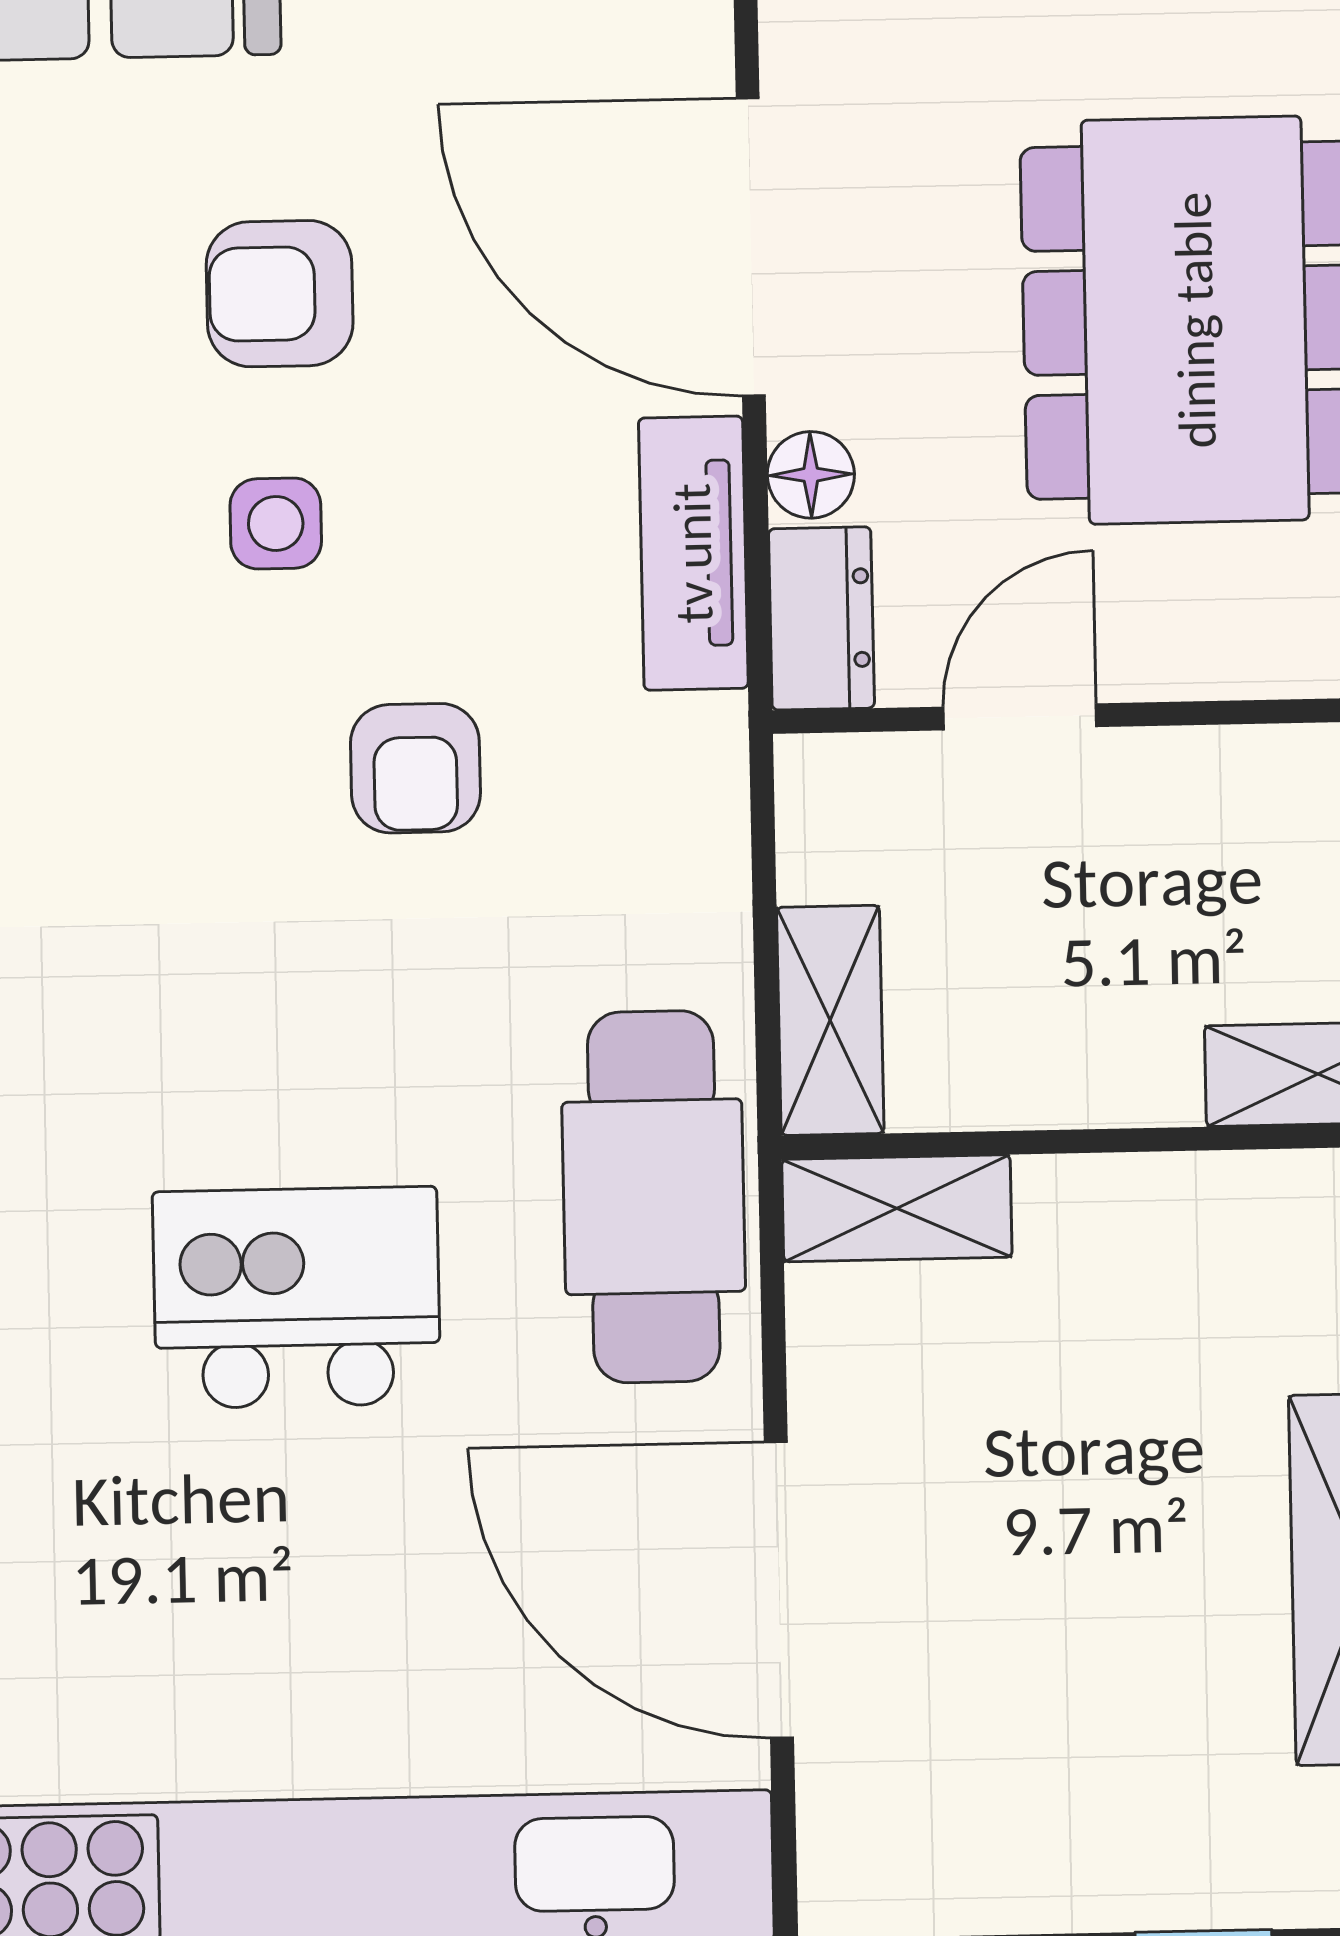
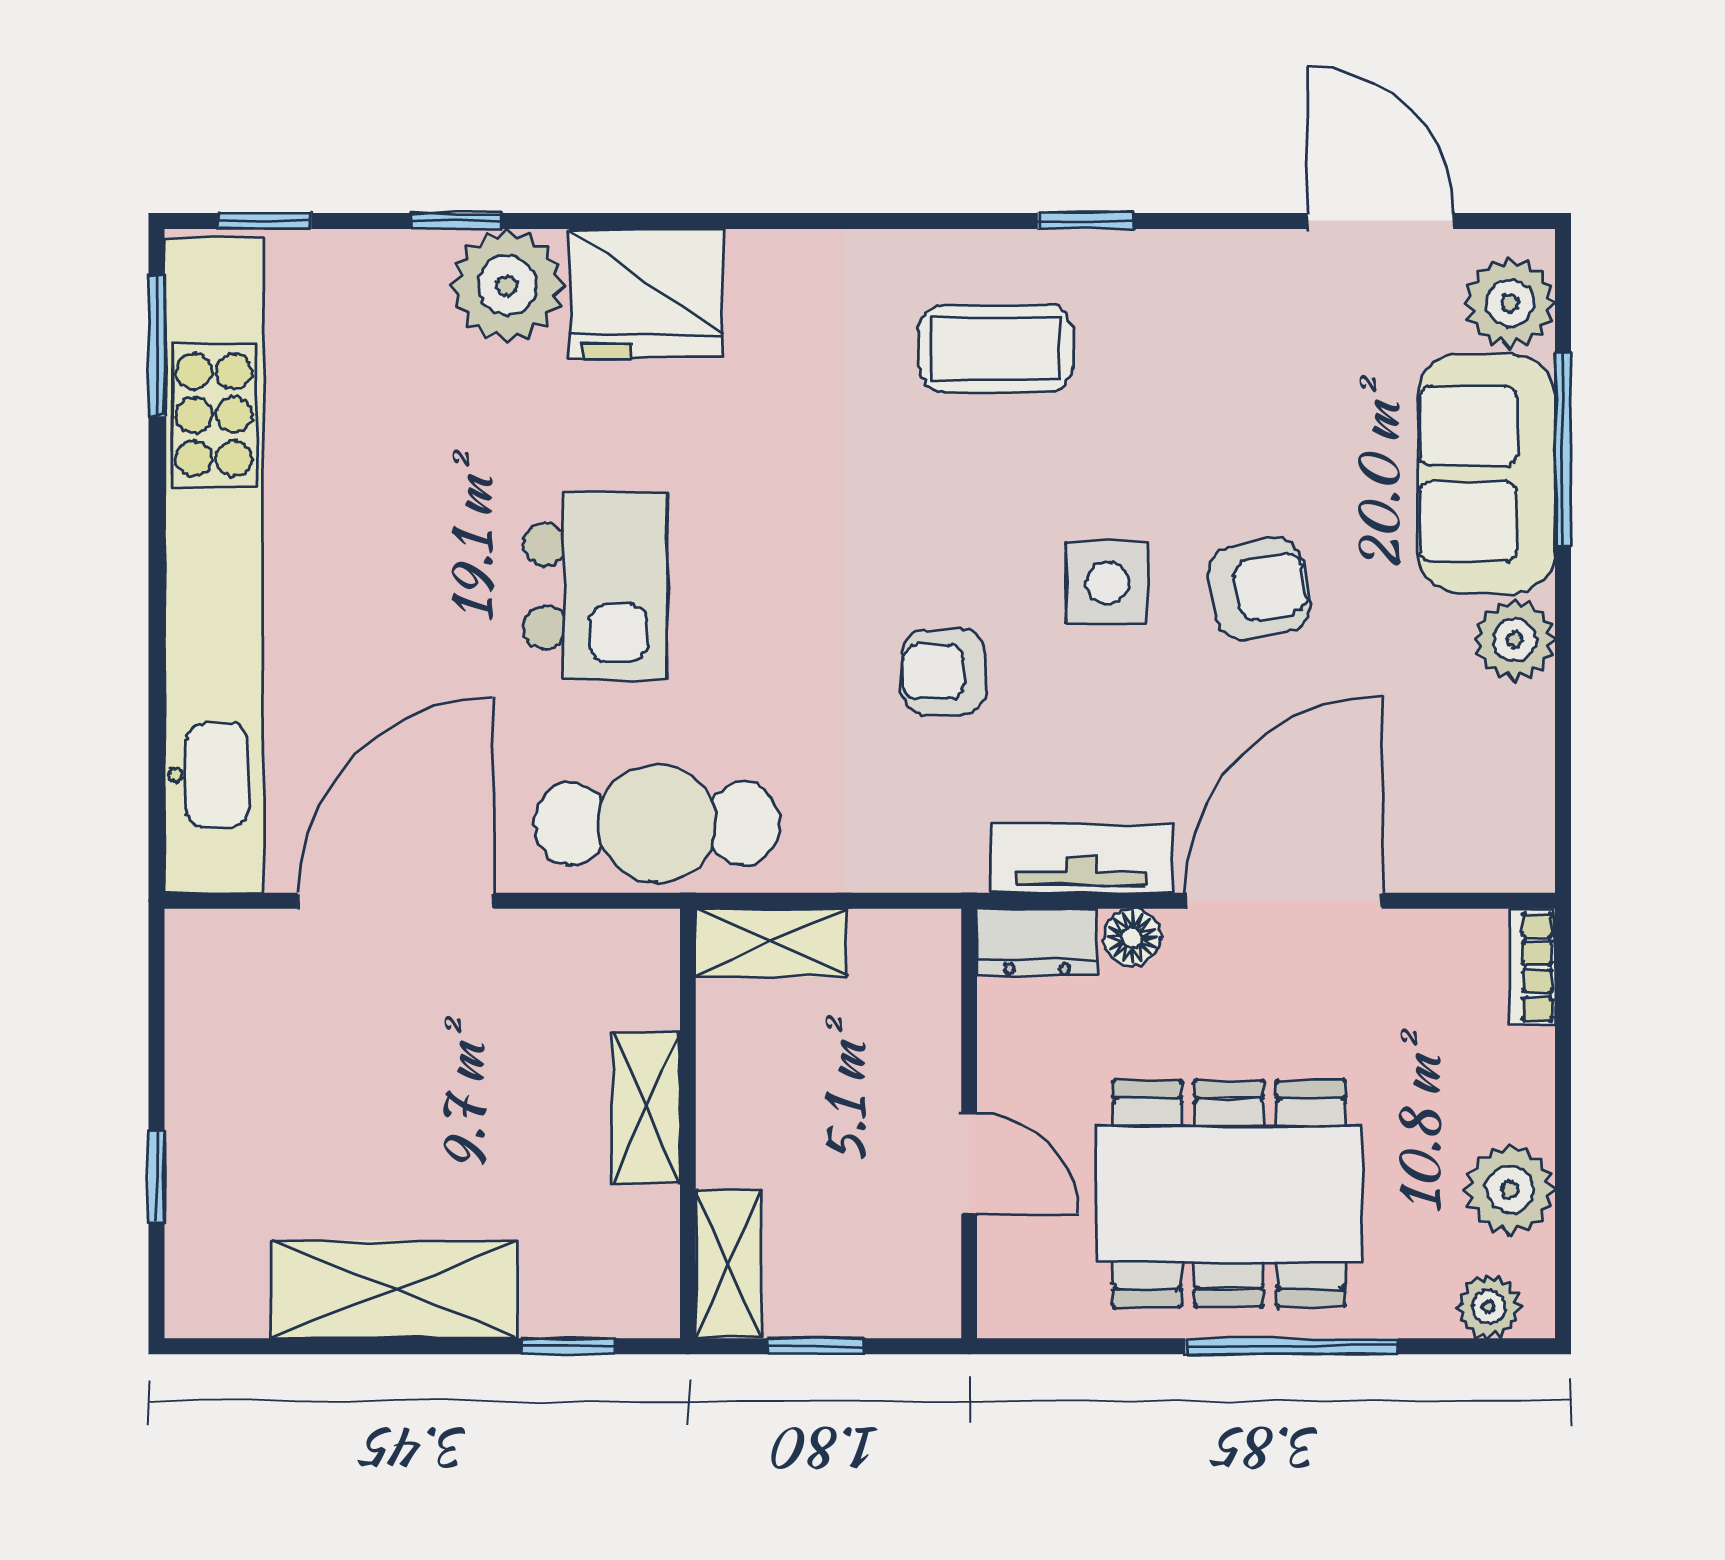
armchair: (280, 294) -> (1259, 589), turned 80
side table: (276, 523) -> (1107, 583), width x1.37, depth x1.37
door: (1020, 717) -> (969, 1163), moved
shelving: (897, 1208) -> (646, 1108), moved

